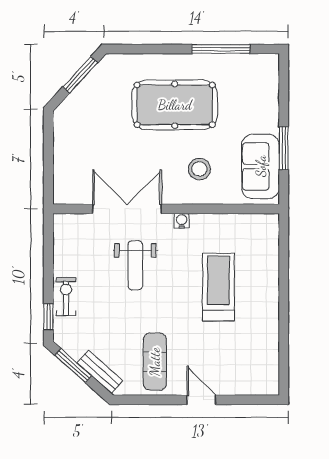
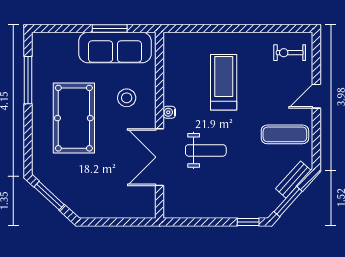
sofa: (261, 166) -> (115, 48), width x1.36
treadmill: (218, 287) -> (224, 82), turned 90
exercise bike: (66, 296) -> (290, 53), moved

